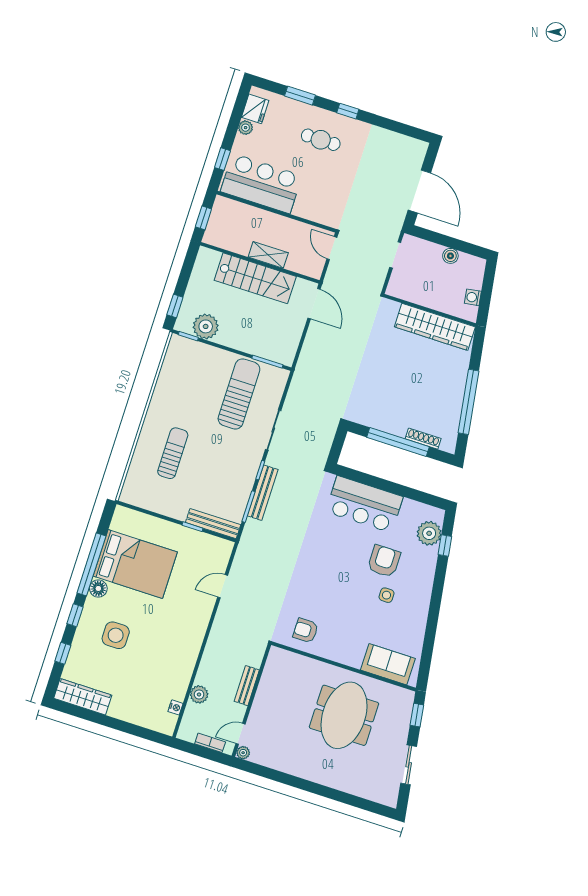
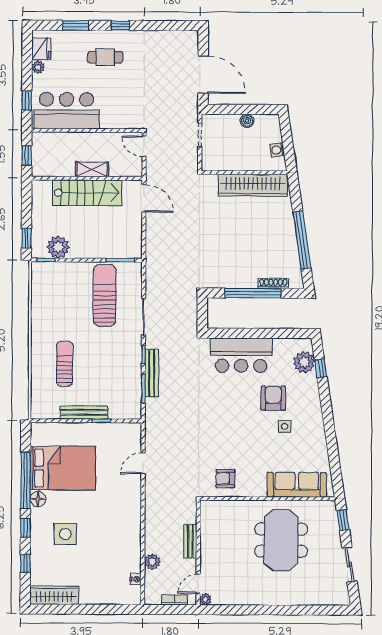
bench: (213, 524) -> (84, 413), moved
sofa: (388, 664) -> (297, 485), width x1.36

